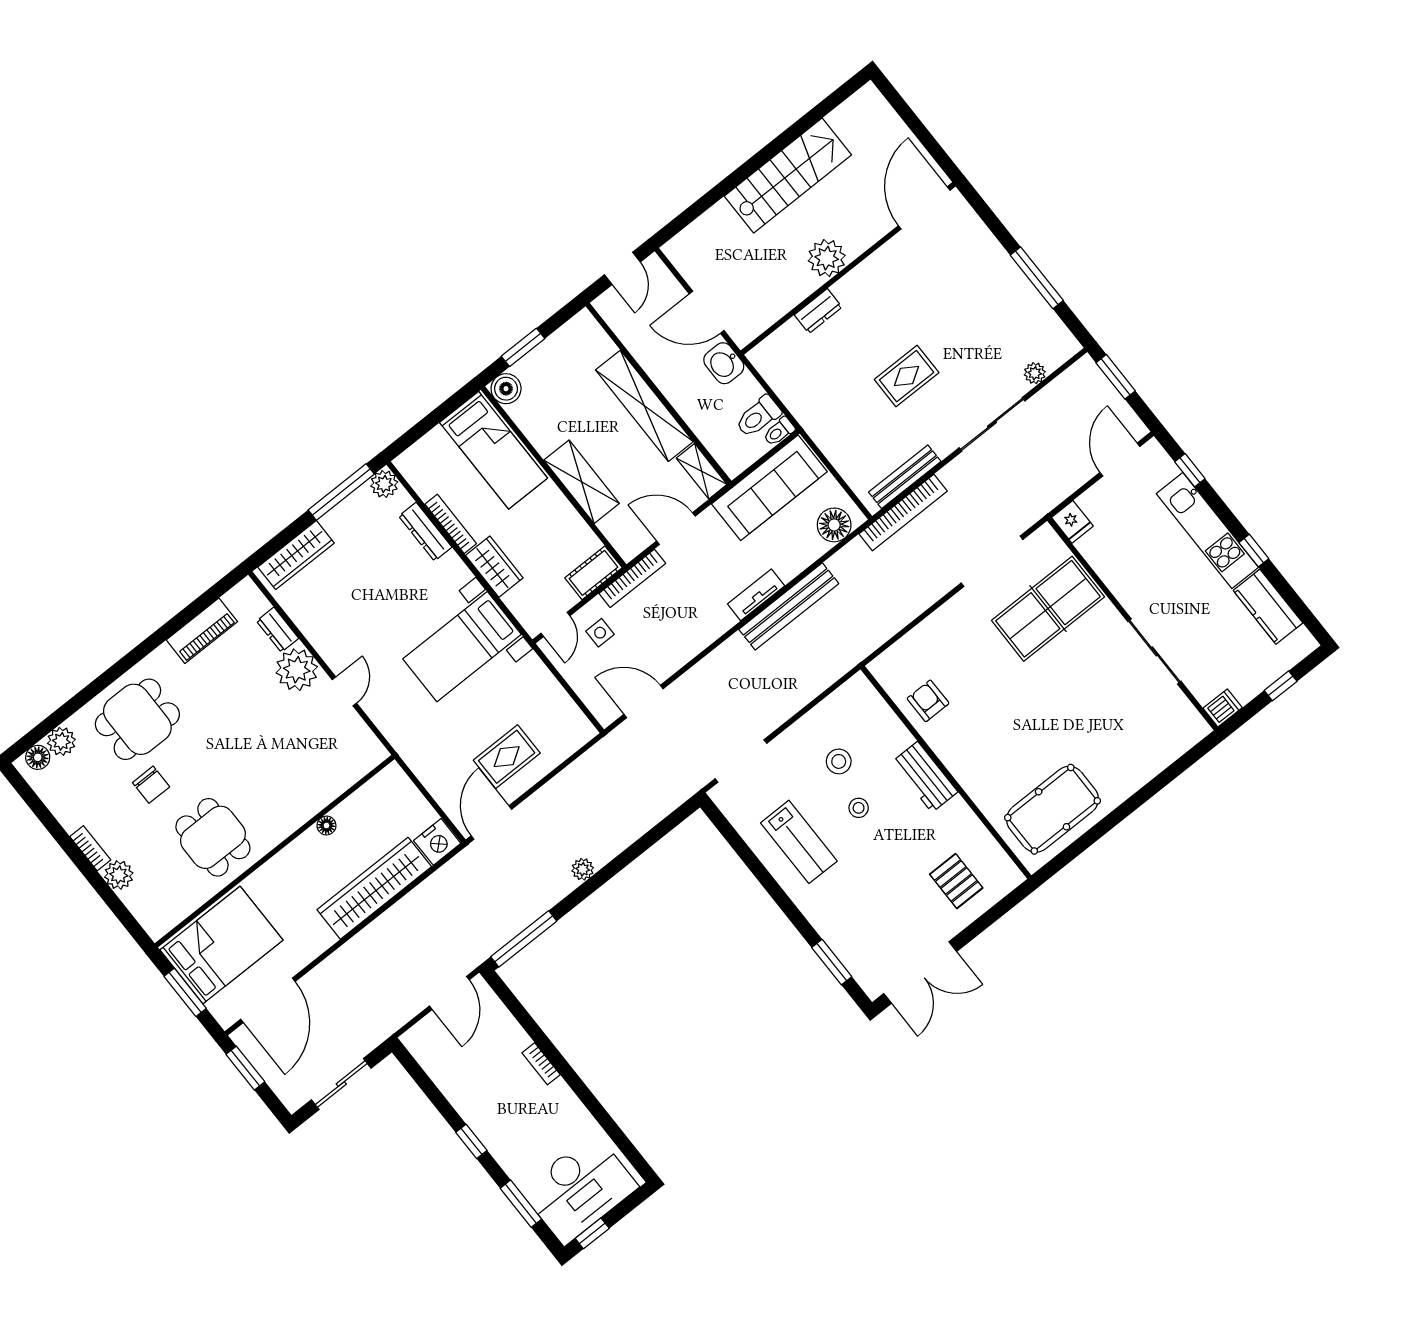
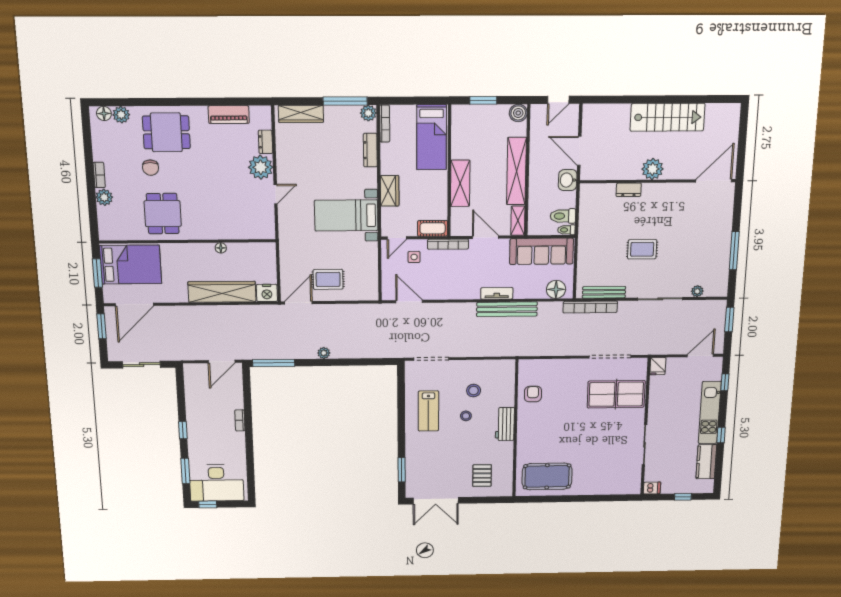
boiler: (506, 389) -> (518, 113), moved
bookcase: (451, 524) -> (385, 124), moved

